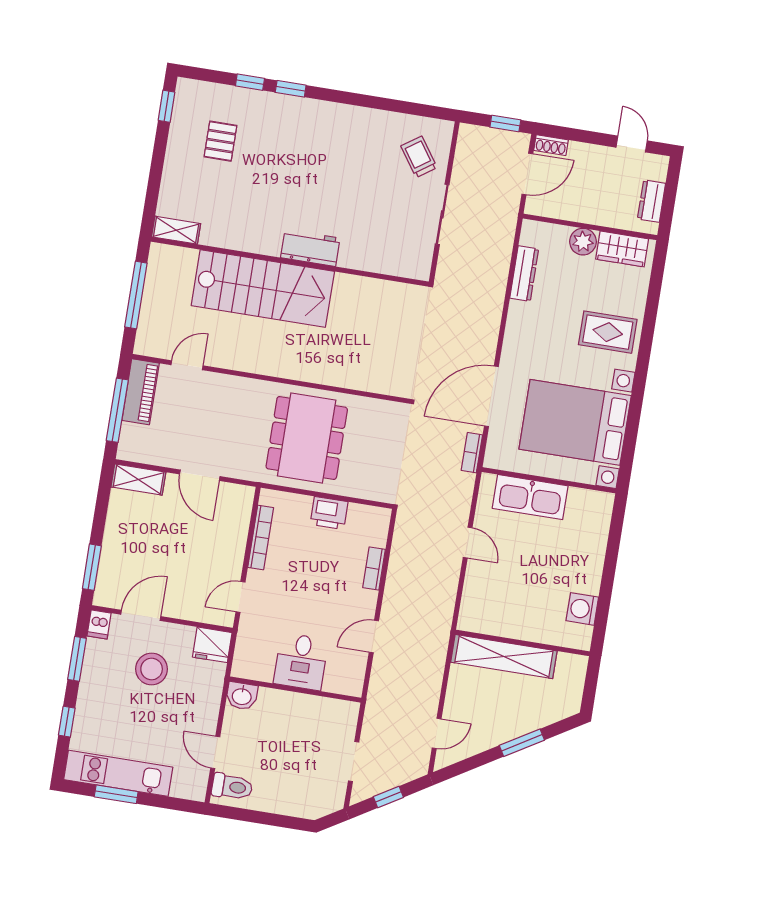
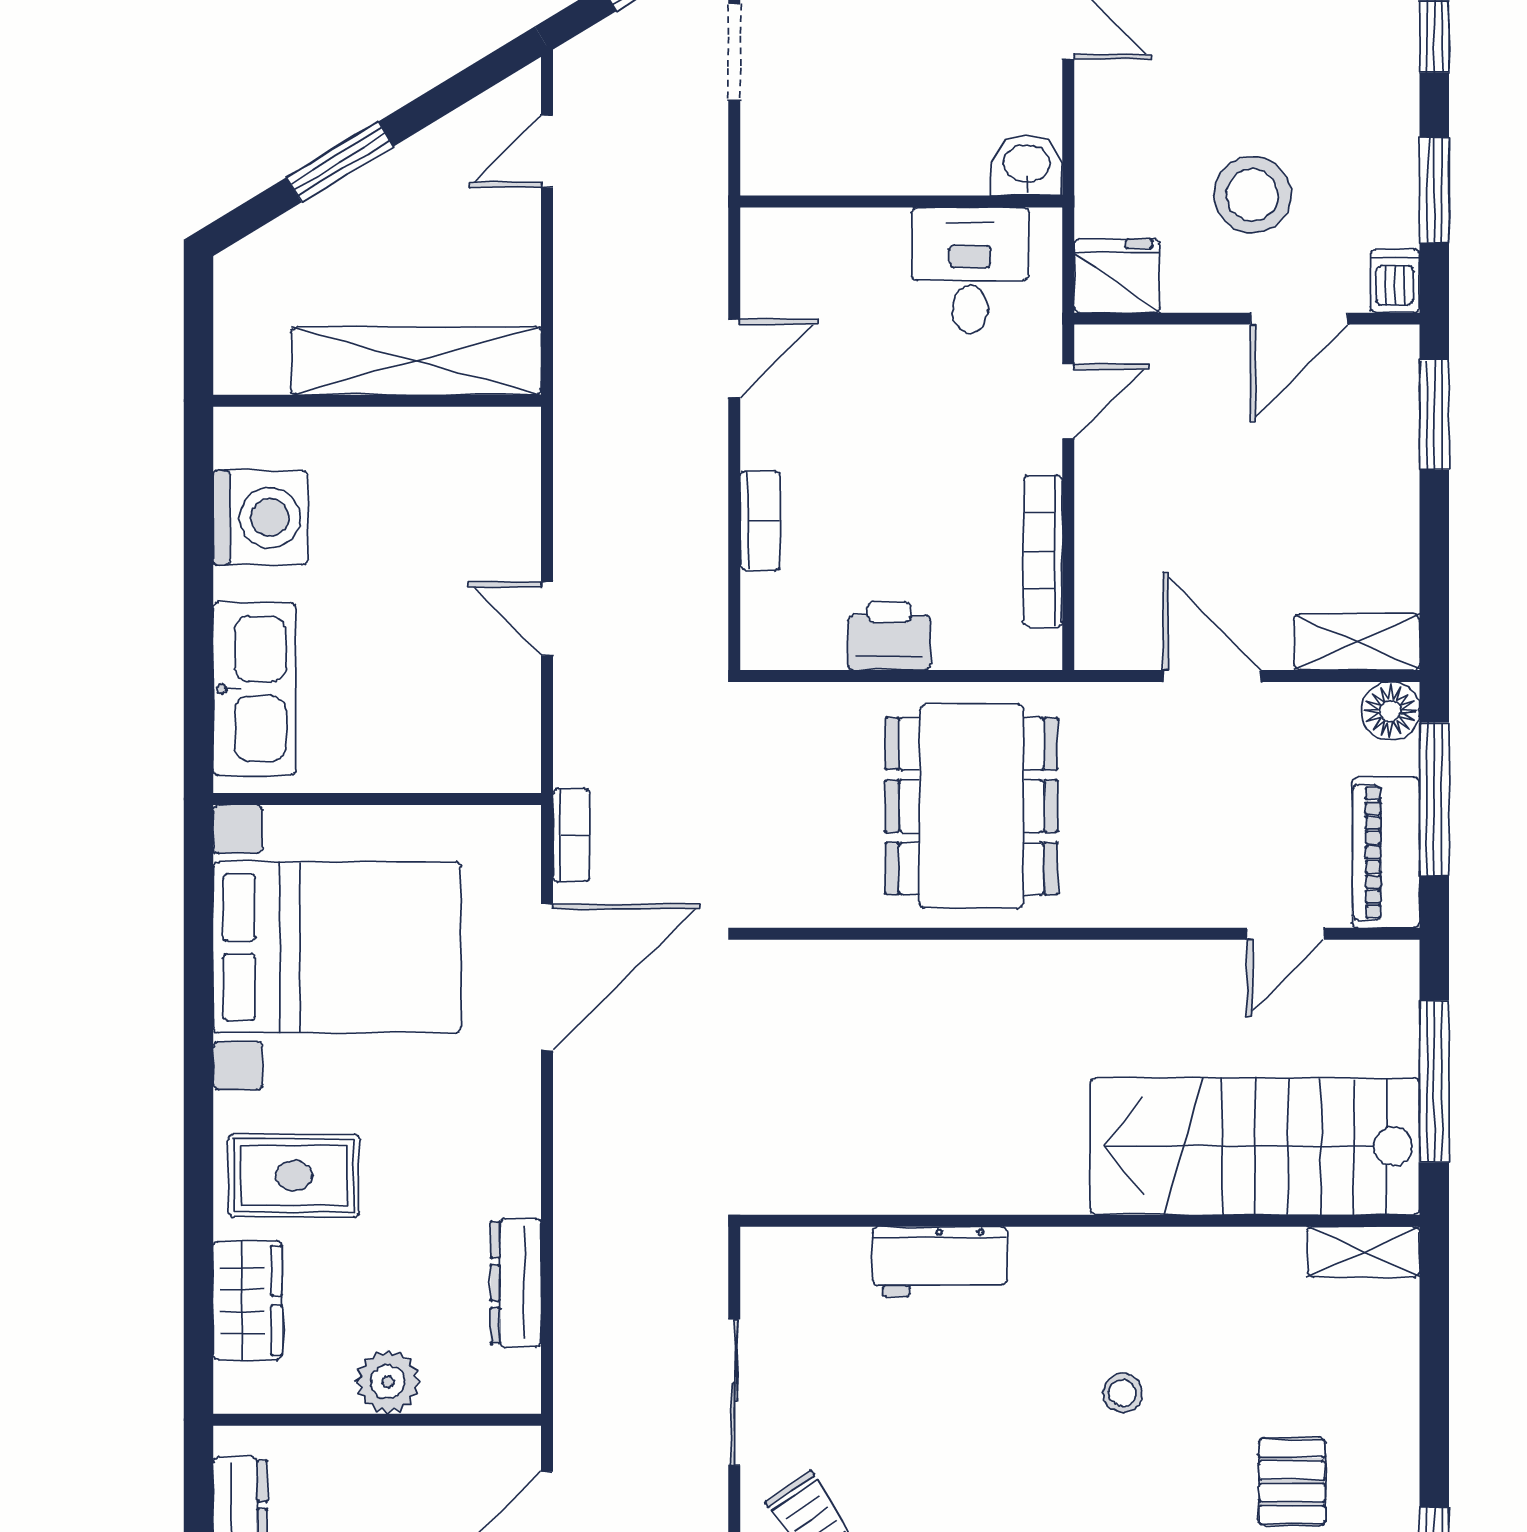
stool: (284, 188) -> (1123, 1393), added
workbench: (310, 248) -> (940, 1261), moved
wardrobe: (622, 249) -> (248, 1300), moved, turned 90
stairs: (263, 288) -> (1255, 1146), moved
floor lamp: (129, 449) -> (1390, 711), added
kitchen sink: (530, 497) -> (255, 689), moved, turned 90
washing machine: (582, 609) -> (260, 518), width x1.37, depth x1.37
desk: (301, 662) -> (970, 270), moved

